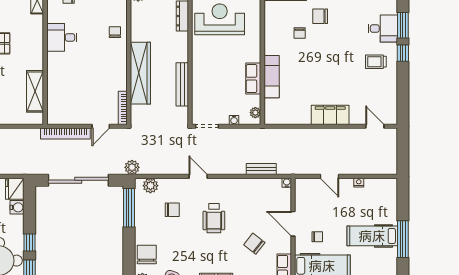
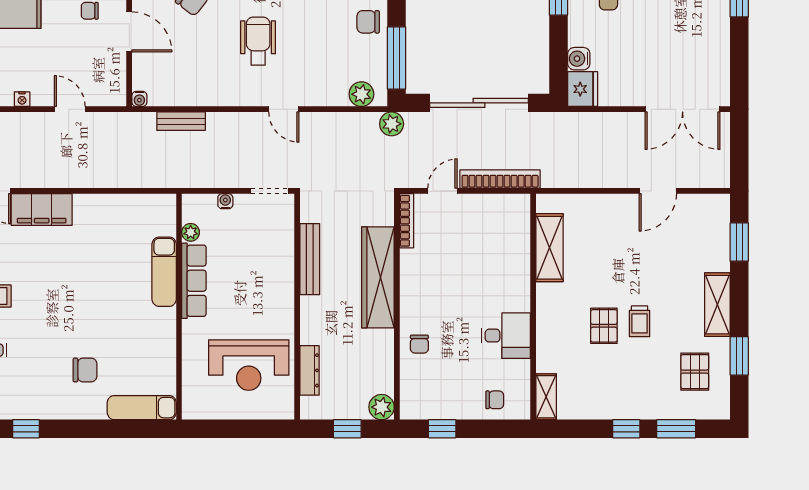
chair: (300, 33) -> (118, 343), removed
row of seats: (253, 79) -> (194, 281), width x1.48
plant: (255, 113) -> (191, 232), moved
filing cabinet: (330, 115) -> (42, 209), moved
chair: (172, 210) -> (368, 22), moved

